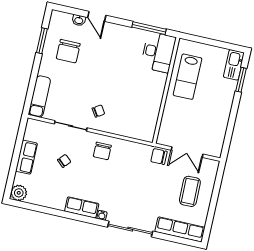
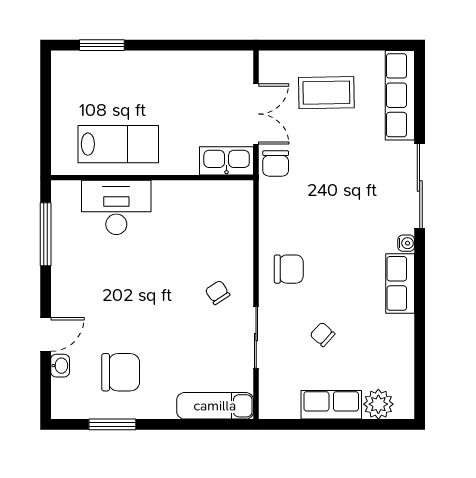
desk: (158, 52) -> (116, 207), moved
kitchen sink: (234, 65) -> (227, 161), moved, turned 180
plant: (19, 193) -> (378, 404), moved

